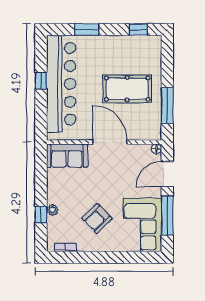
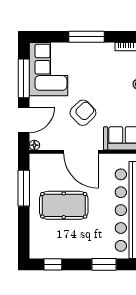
armchair: (97, 218) -> (83, 113), moved
window: (104, 257) -> (86, 37), added

